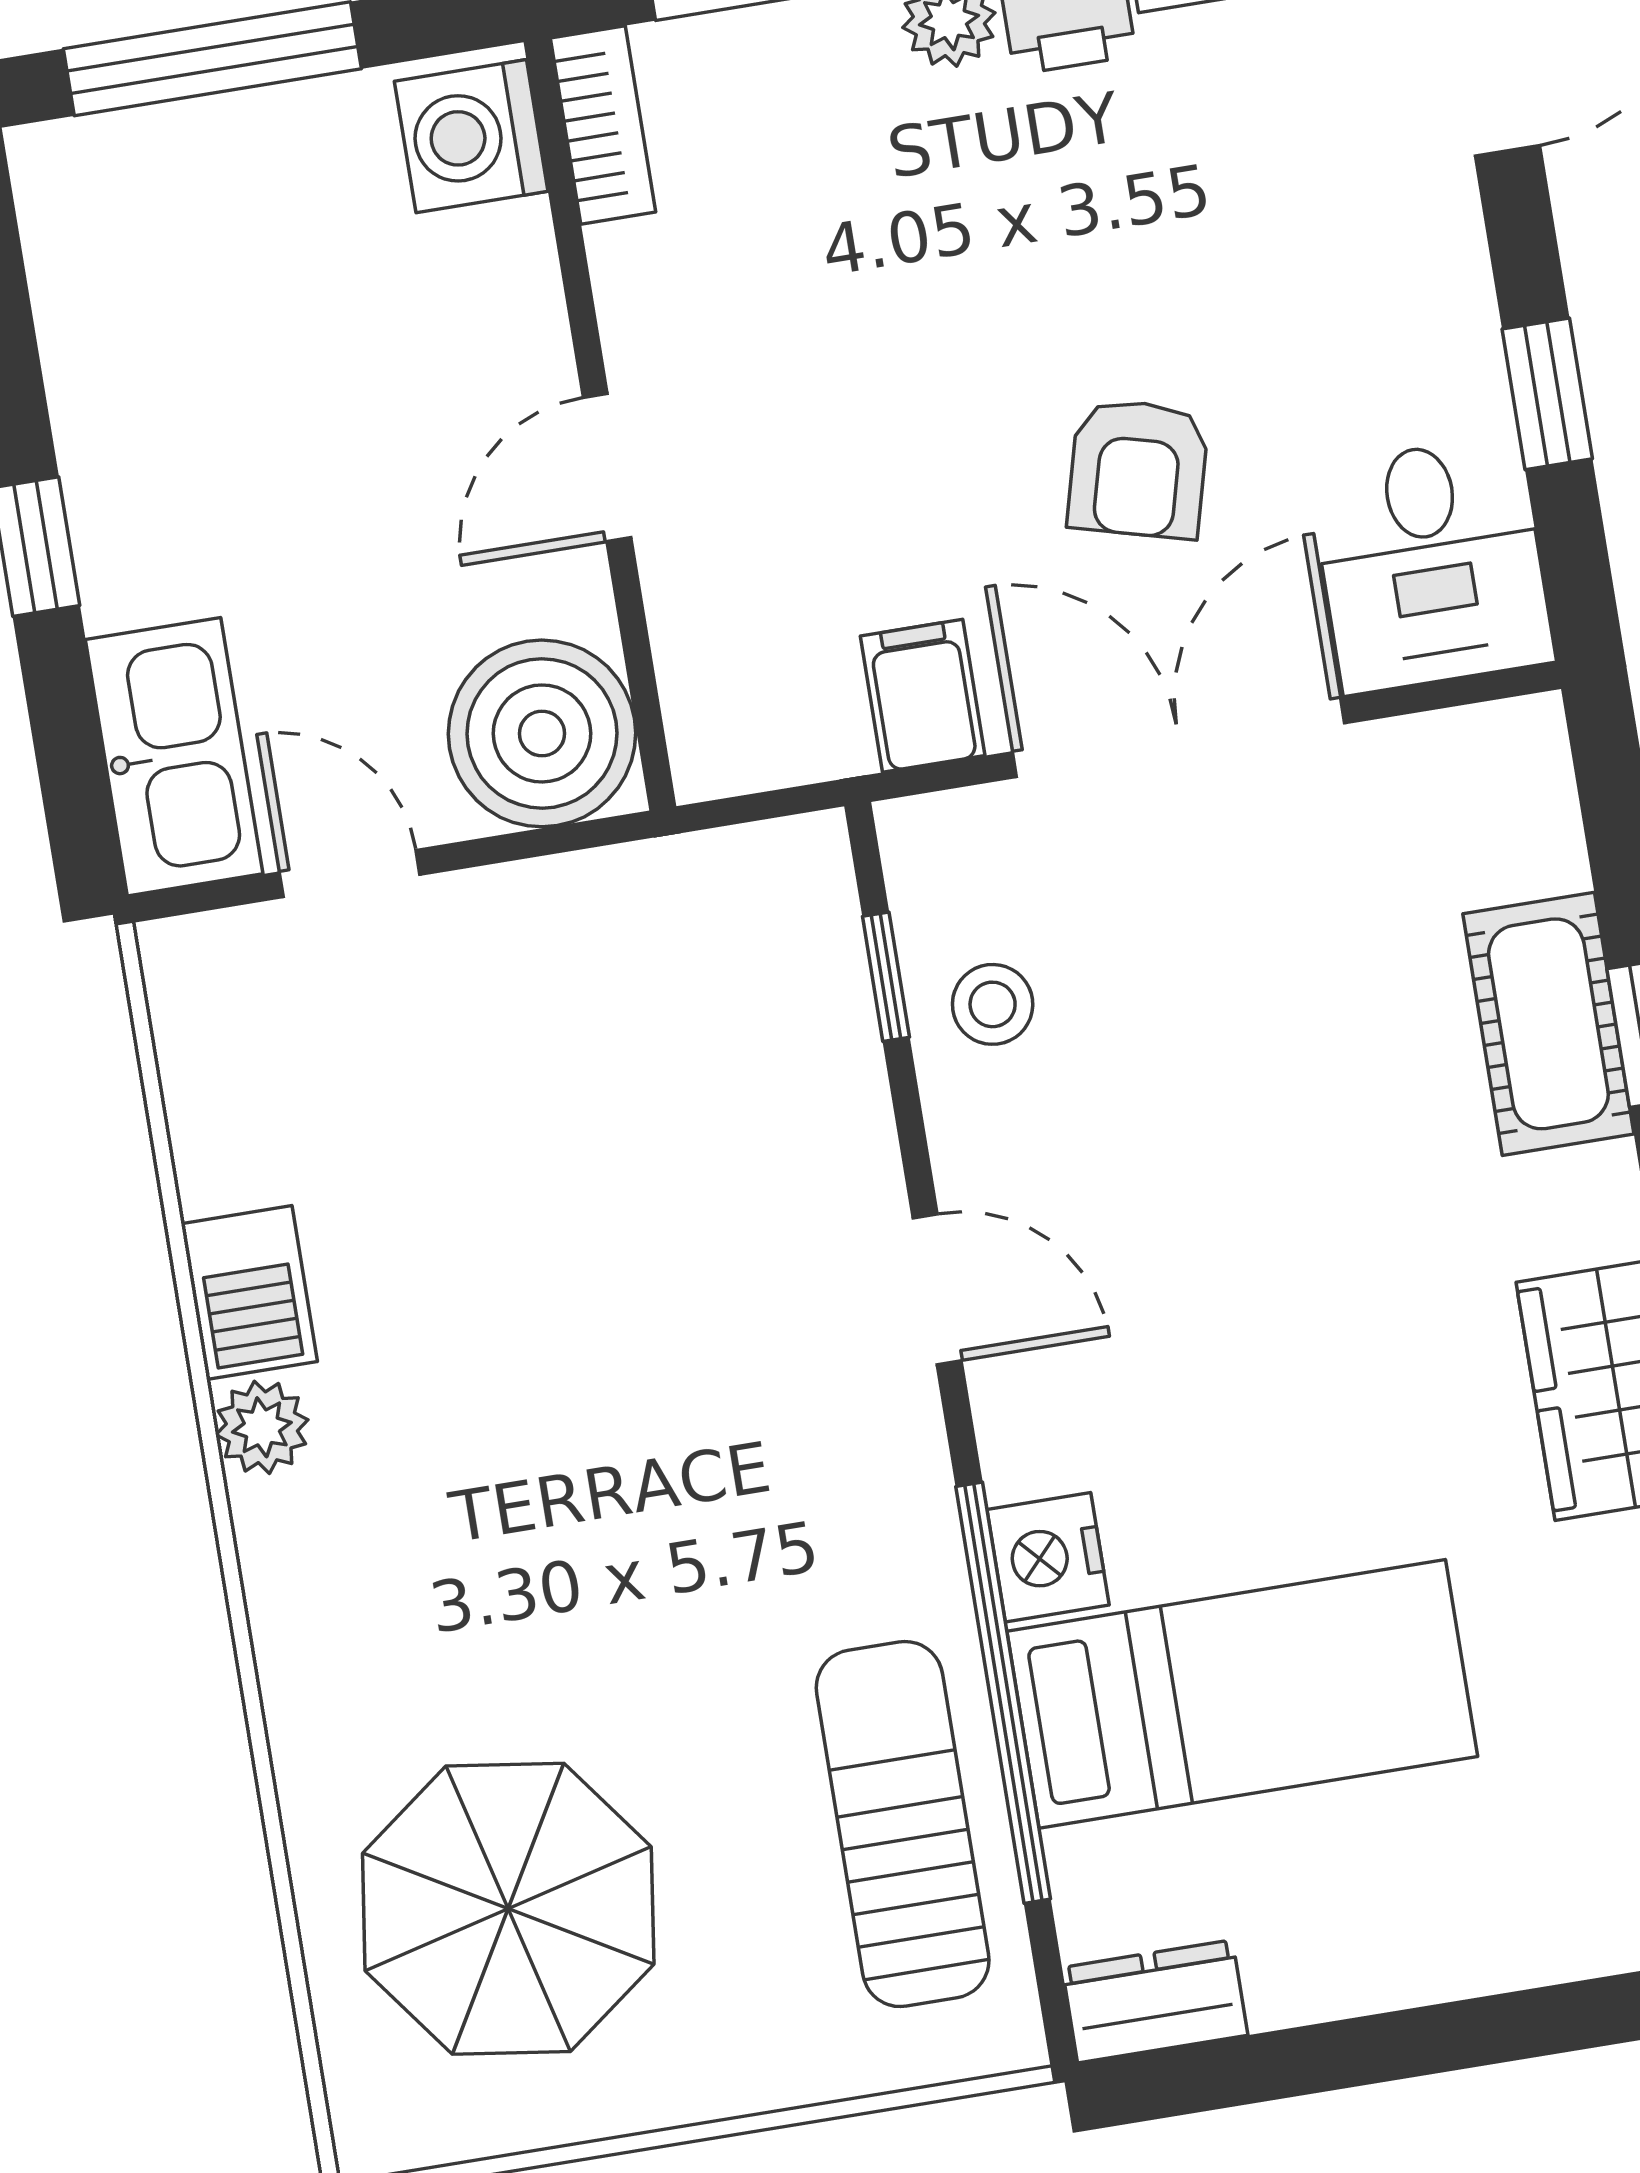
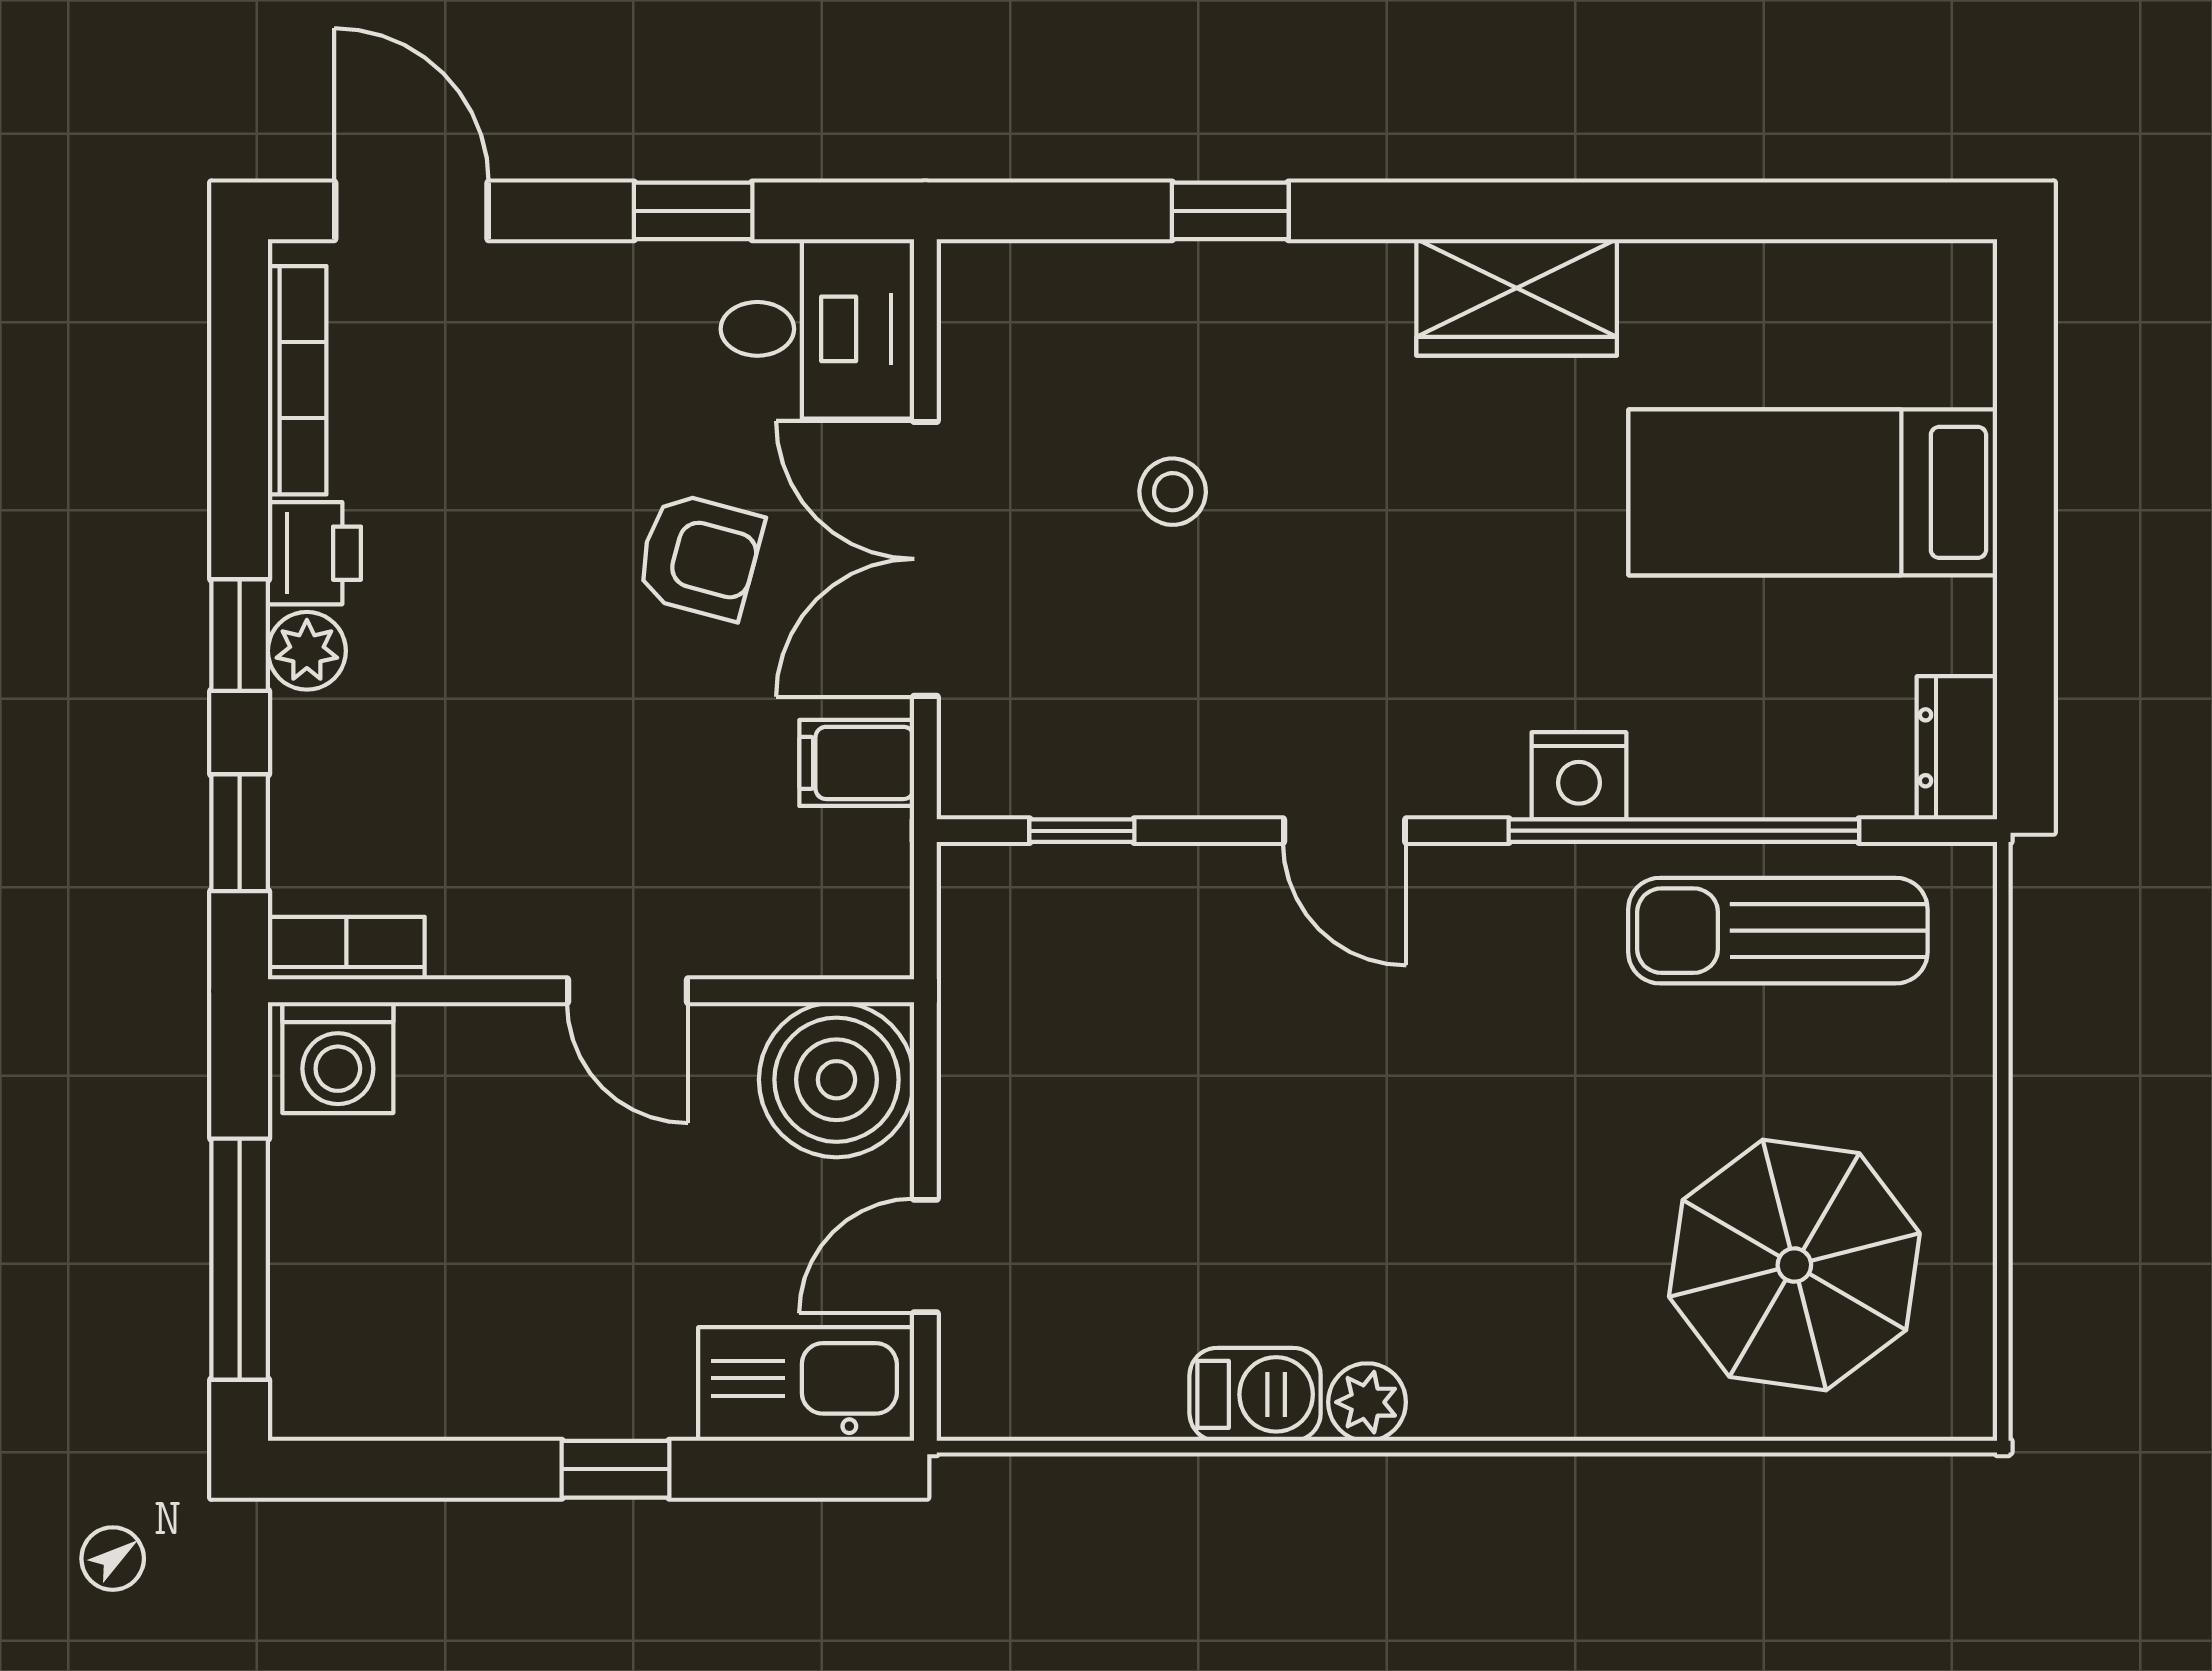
stool: (993, 1004) -> (1173, 492), moved
cot: (1548, 1024) -> (1209, 294), removed
door: (937, 1289) -> (1345, 831), swing flipped
bed: (1242, 1694) -> (1813, 492), moved, turned -90

